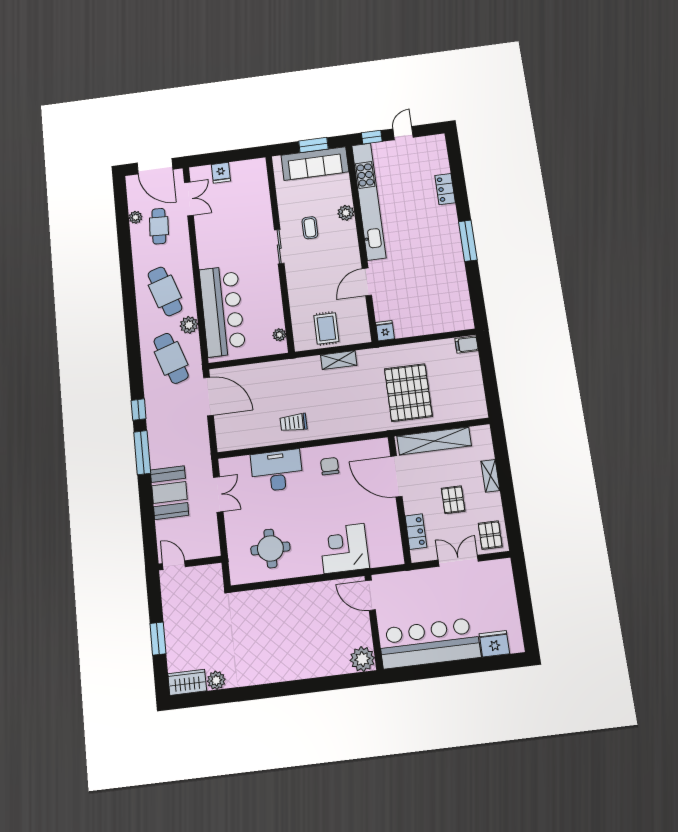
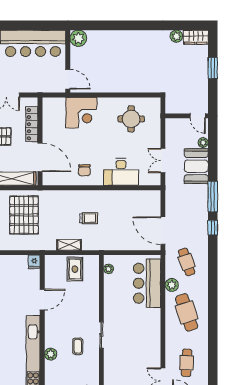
plant: (135, 217) -> (203, 143), moved
bar counter: (222, 311) -> (147, 283), width x0.73
cafe table: (171, 358) -> (187, 262), width x0.73, depth x0.74
trolley: (293, 423) -> (89, 218), moved
locker: (416, 532) -> (32, 124), width x1.53

